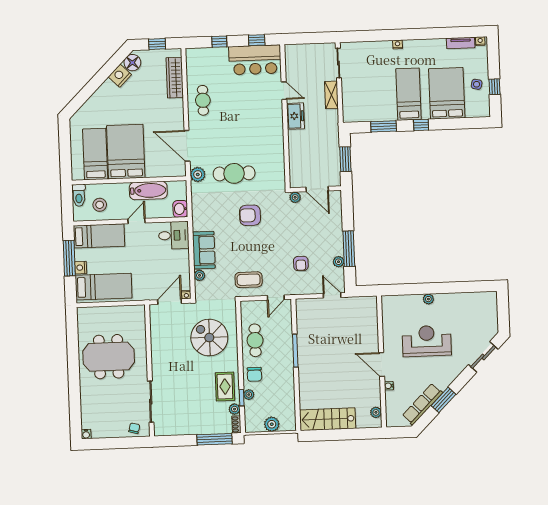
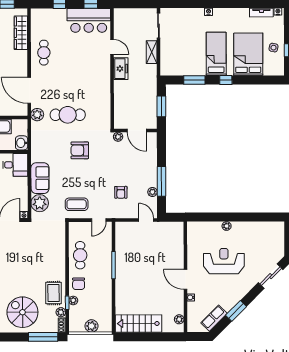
plant: (200, 275) -> (40, 203), width x1.88, depth x1.88
spiral stairs: (209, 338) -> (22, 312), moved
row of seats: (422, 404) -> (214, 318), width x0.68

